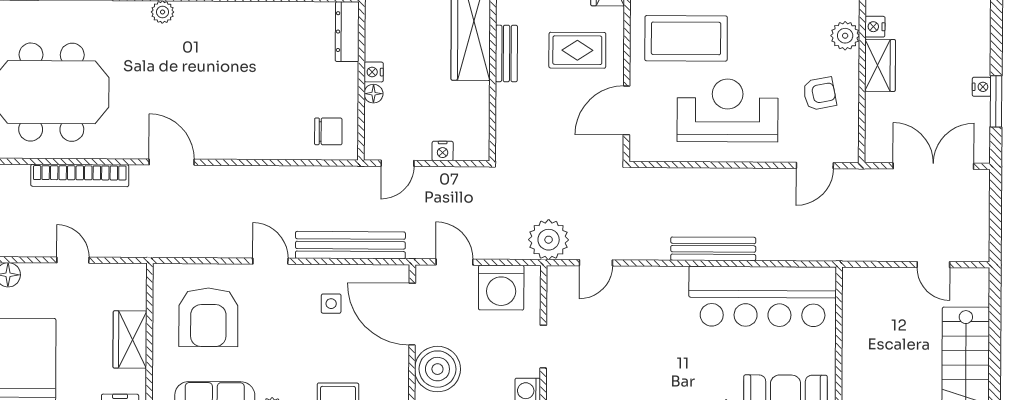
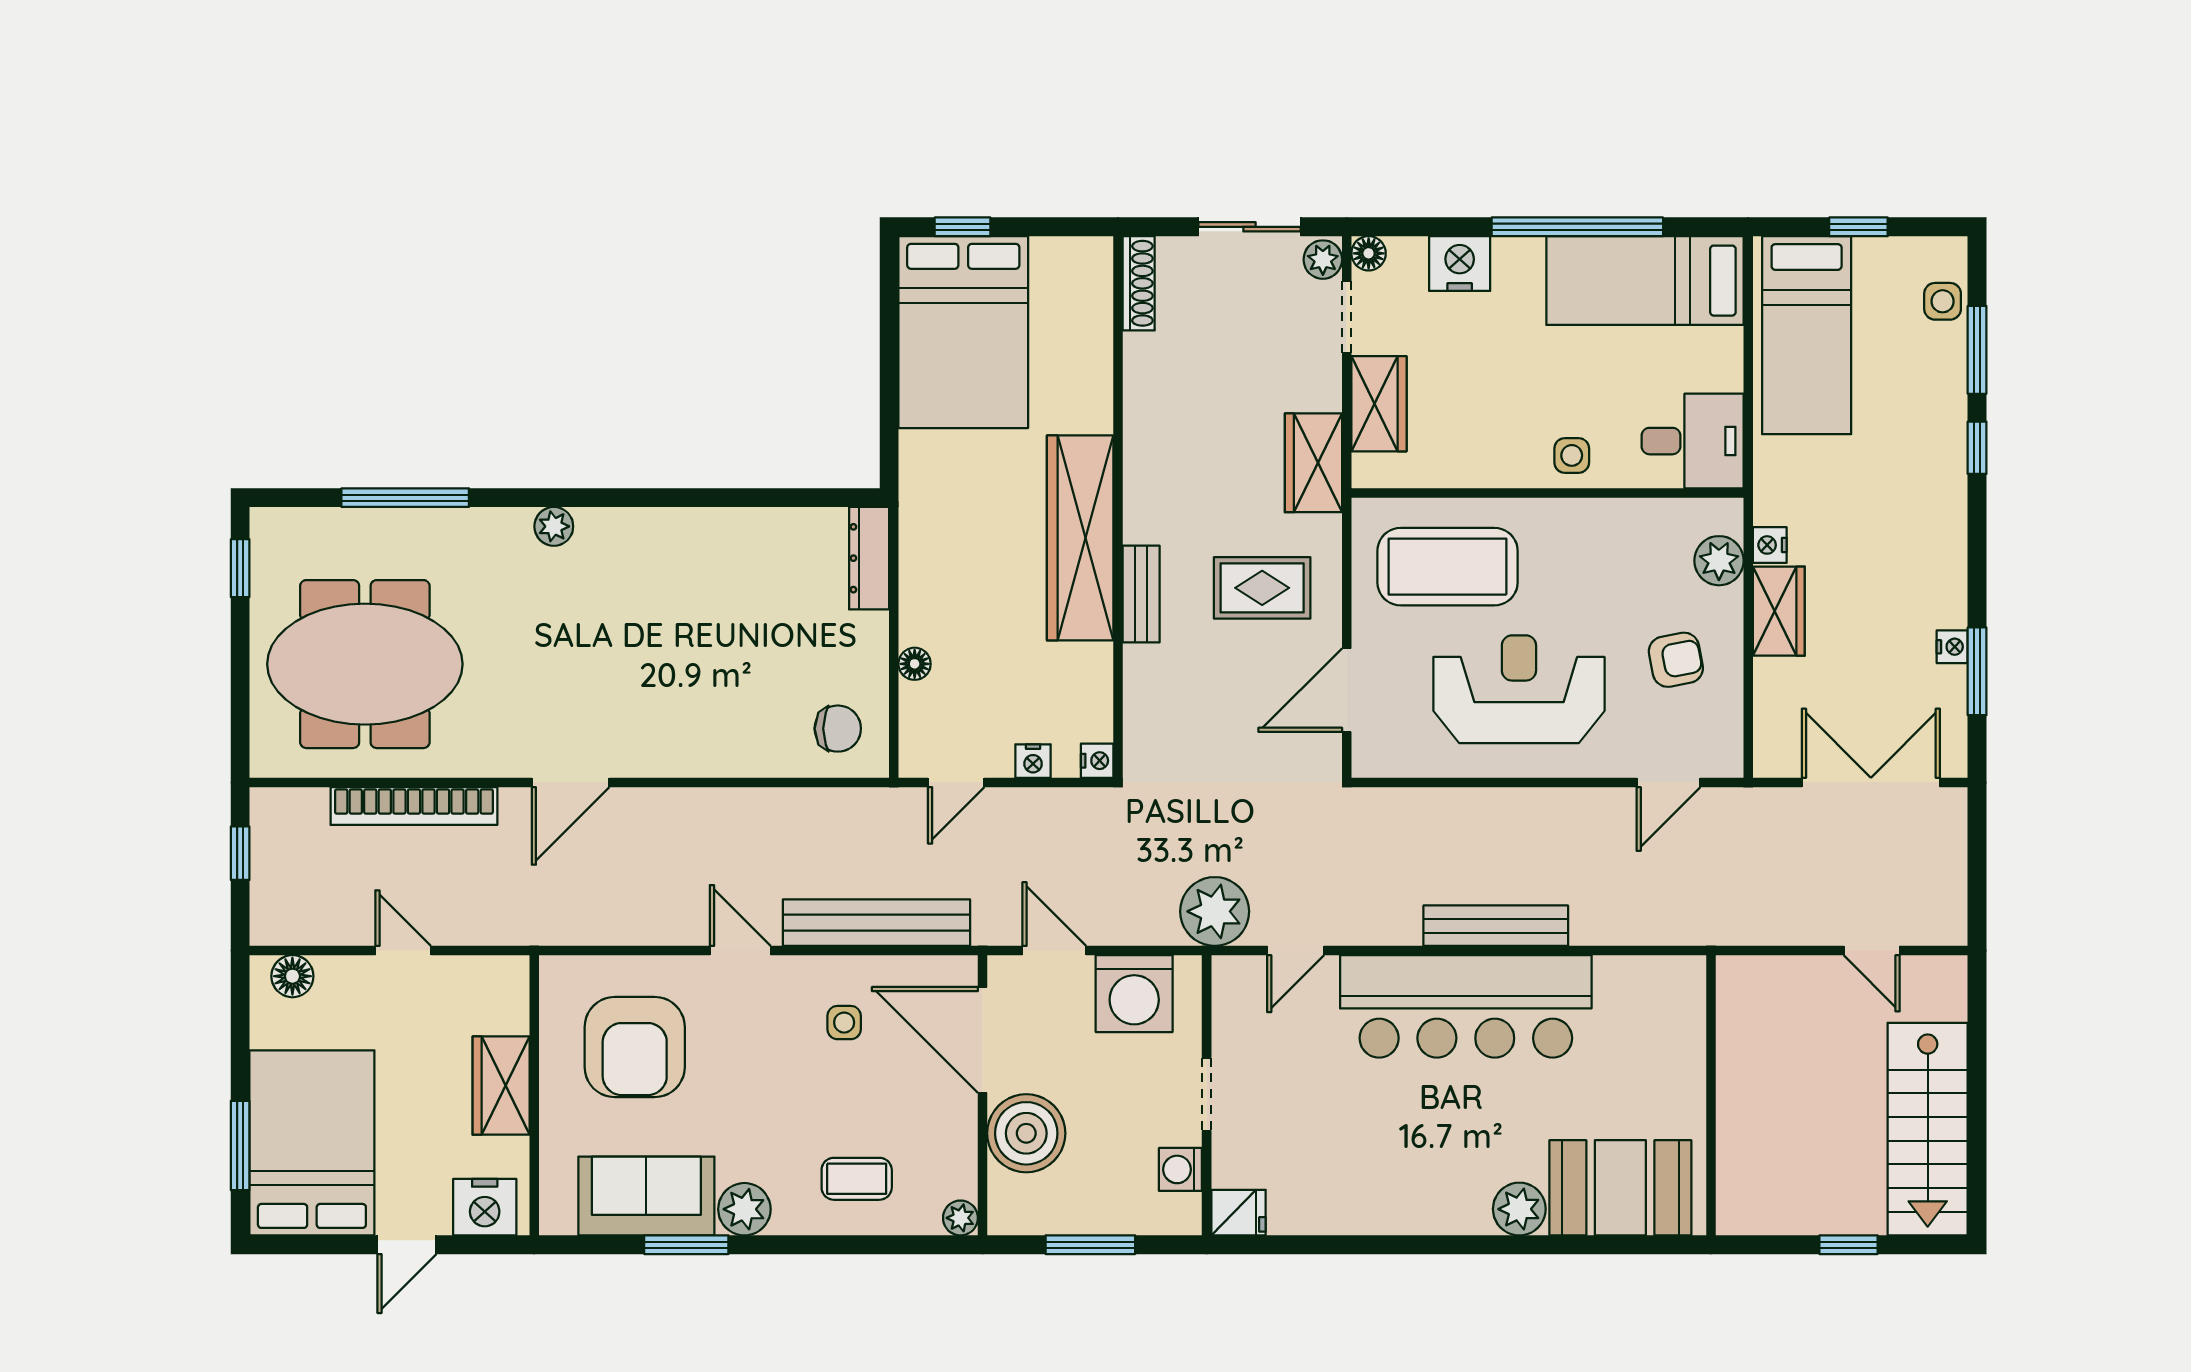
nightstand: (374, 72) -> (1097, 761), moved, turned 180
door: (172, 162) -> (571, 782), swing flipped
bar counter: (763, 296) -> (1466, 1006), moved

